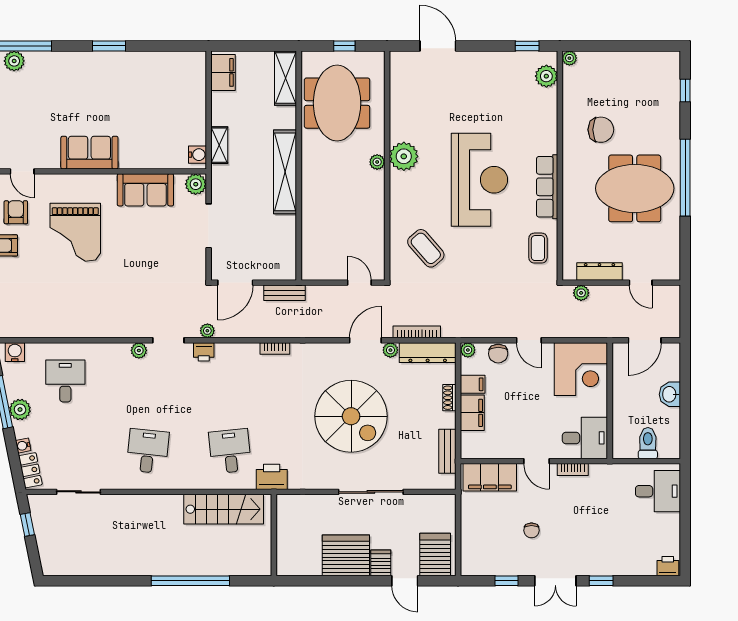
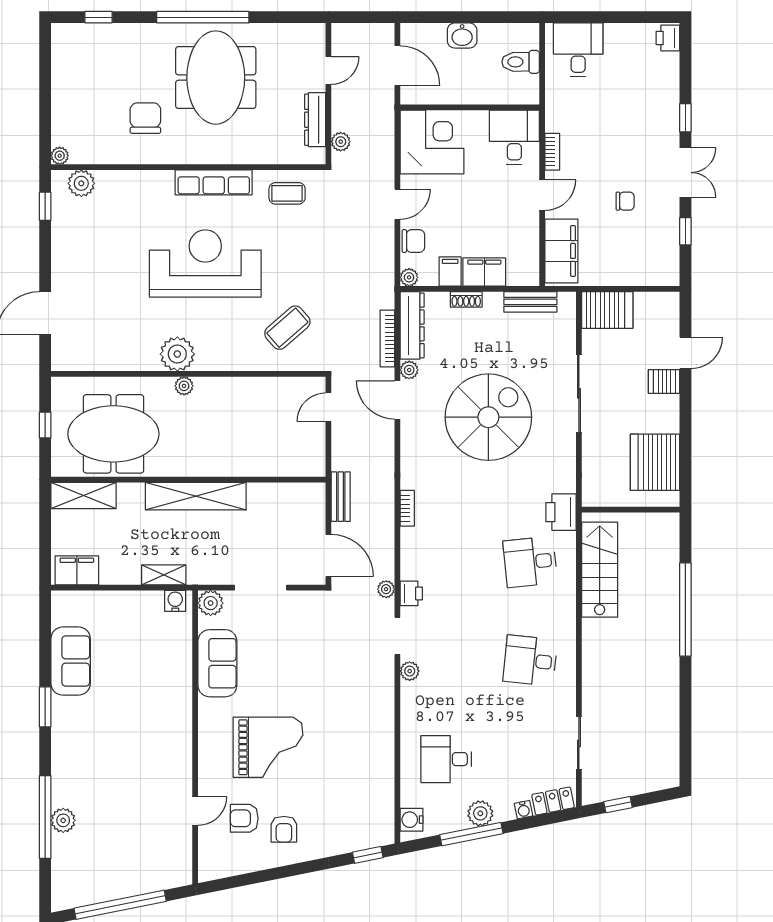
sofa: (89, 153) -> (71, 661), moved, turned 180
server rack: (346, 555) -> (655, 462), moved
server rack: (435, 555) -> (607, 310), moved, turned 180

